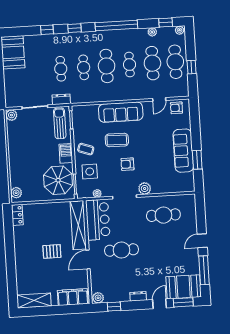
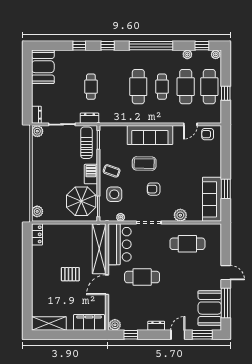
cafe table: (84, 67) -> (115, 87), removed
dresser: (10, 99) -> (36, 115), added
sofa: (183, 151) -> (212, 199), moved
plant: (145, 188) -> (180, 215), moved
door: (202, 241) -> (226, 273), swing flipped
booth: (183, 287) -> (210, 308), moved, turned 90

